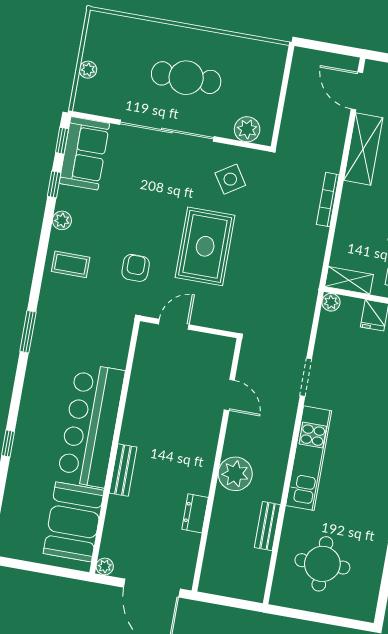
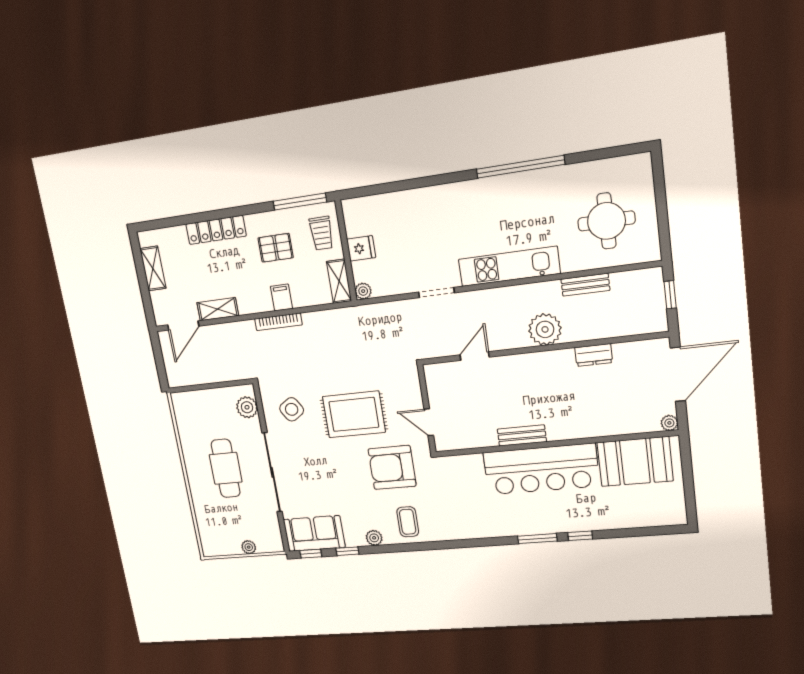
shelving: (363, 149) -> (218, 309), width x0.67, depth x0.75
filing cabinet: (352, 212) -> (281, 297), added
armchair: (136, 268) -> (392, 468), width x1.88, depth x1.88
window: (28, 332) -> (537, 539), moved
bench: (123, 470) -> (522, 435), moved
window: (233, 602) -> (670, 295), added

